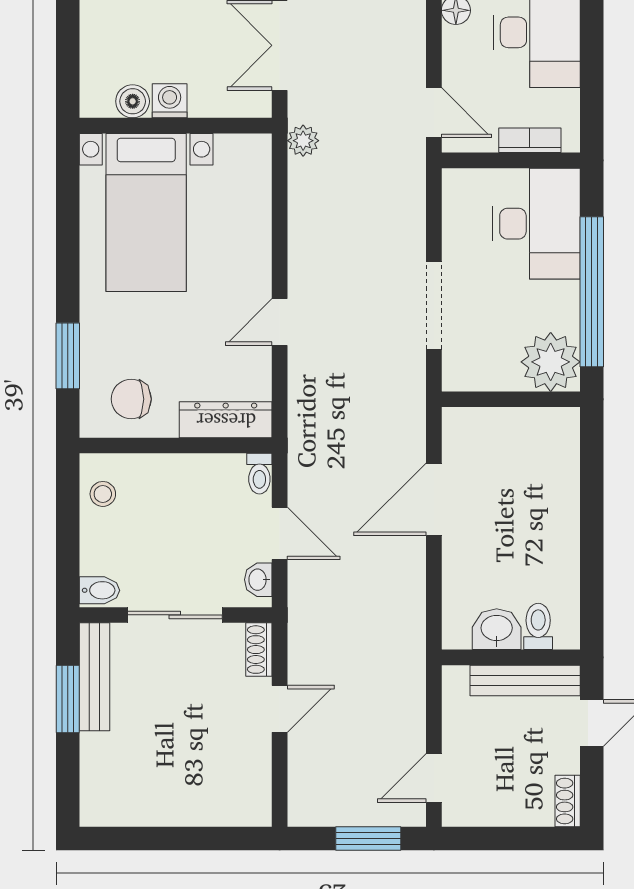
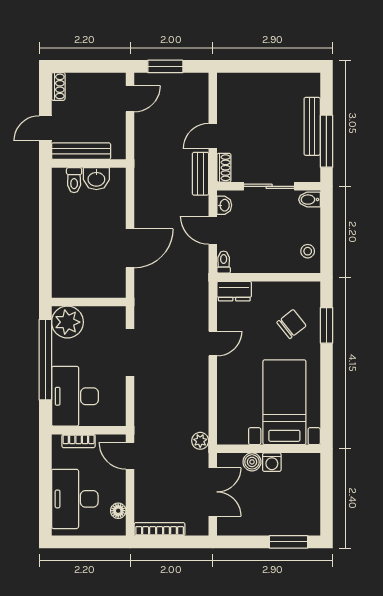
boiler: (133, 101) -> (252, 462), moved
chair: (131, 399) -> (291, 324), moved, turned -38
dresser: (226, 420) -> (234, 291), width x0.70
bench: (303, 638) -> (200, 174), added
bench: (95, 677) -> (312, 126), moved
window: (68, 699) -> (326, 141), width x1.44

